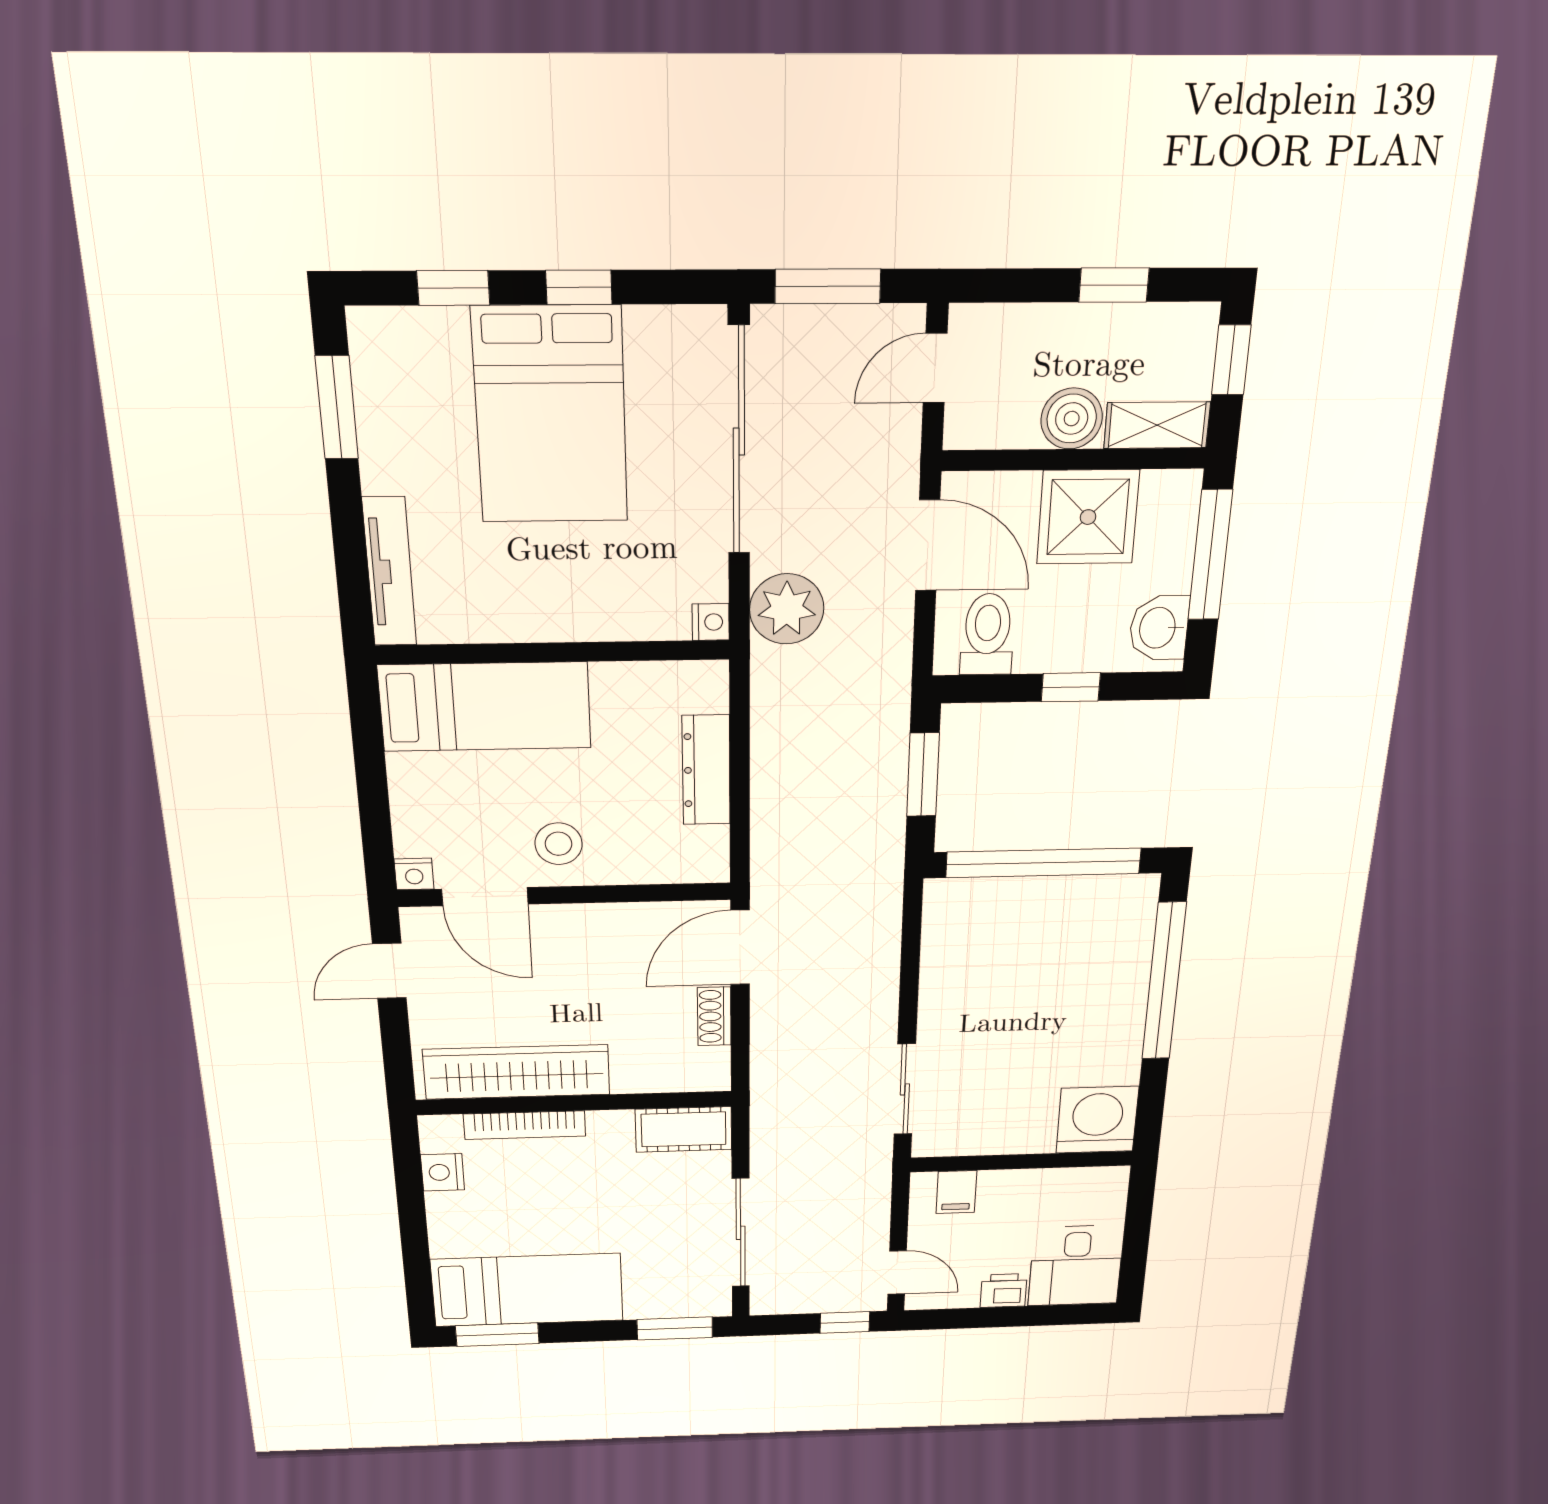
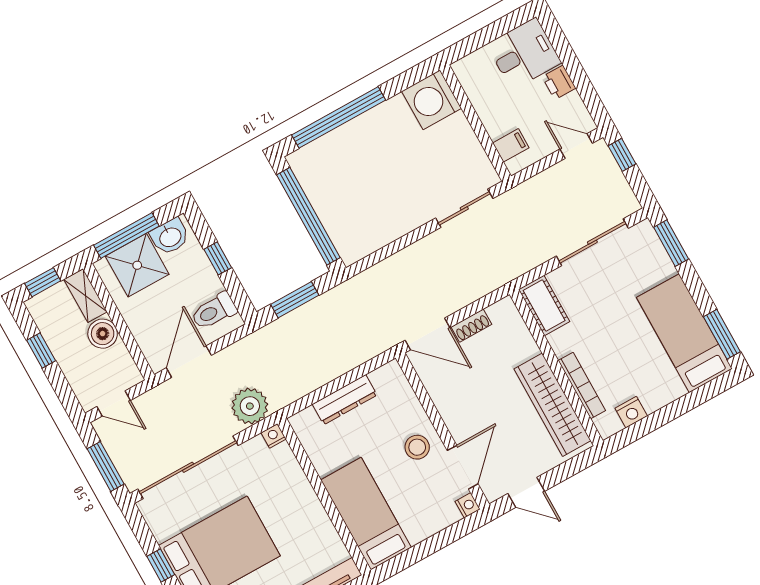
shower: (1088, 517) -> (137, 265), moved
door: (897, 1273) -> (576, 146), hinge flipped

